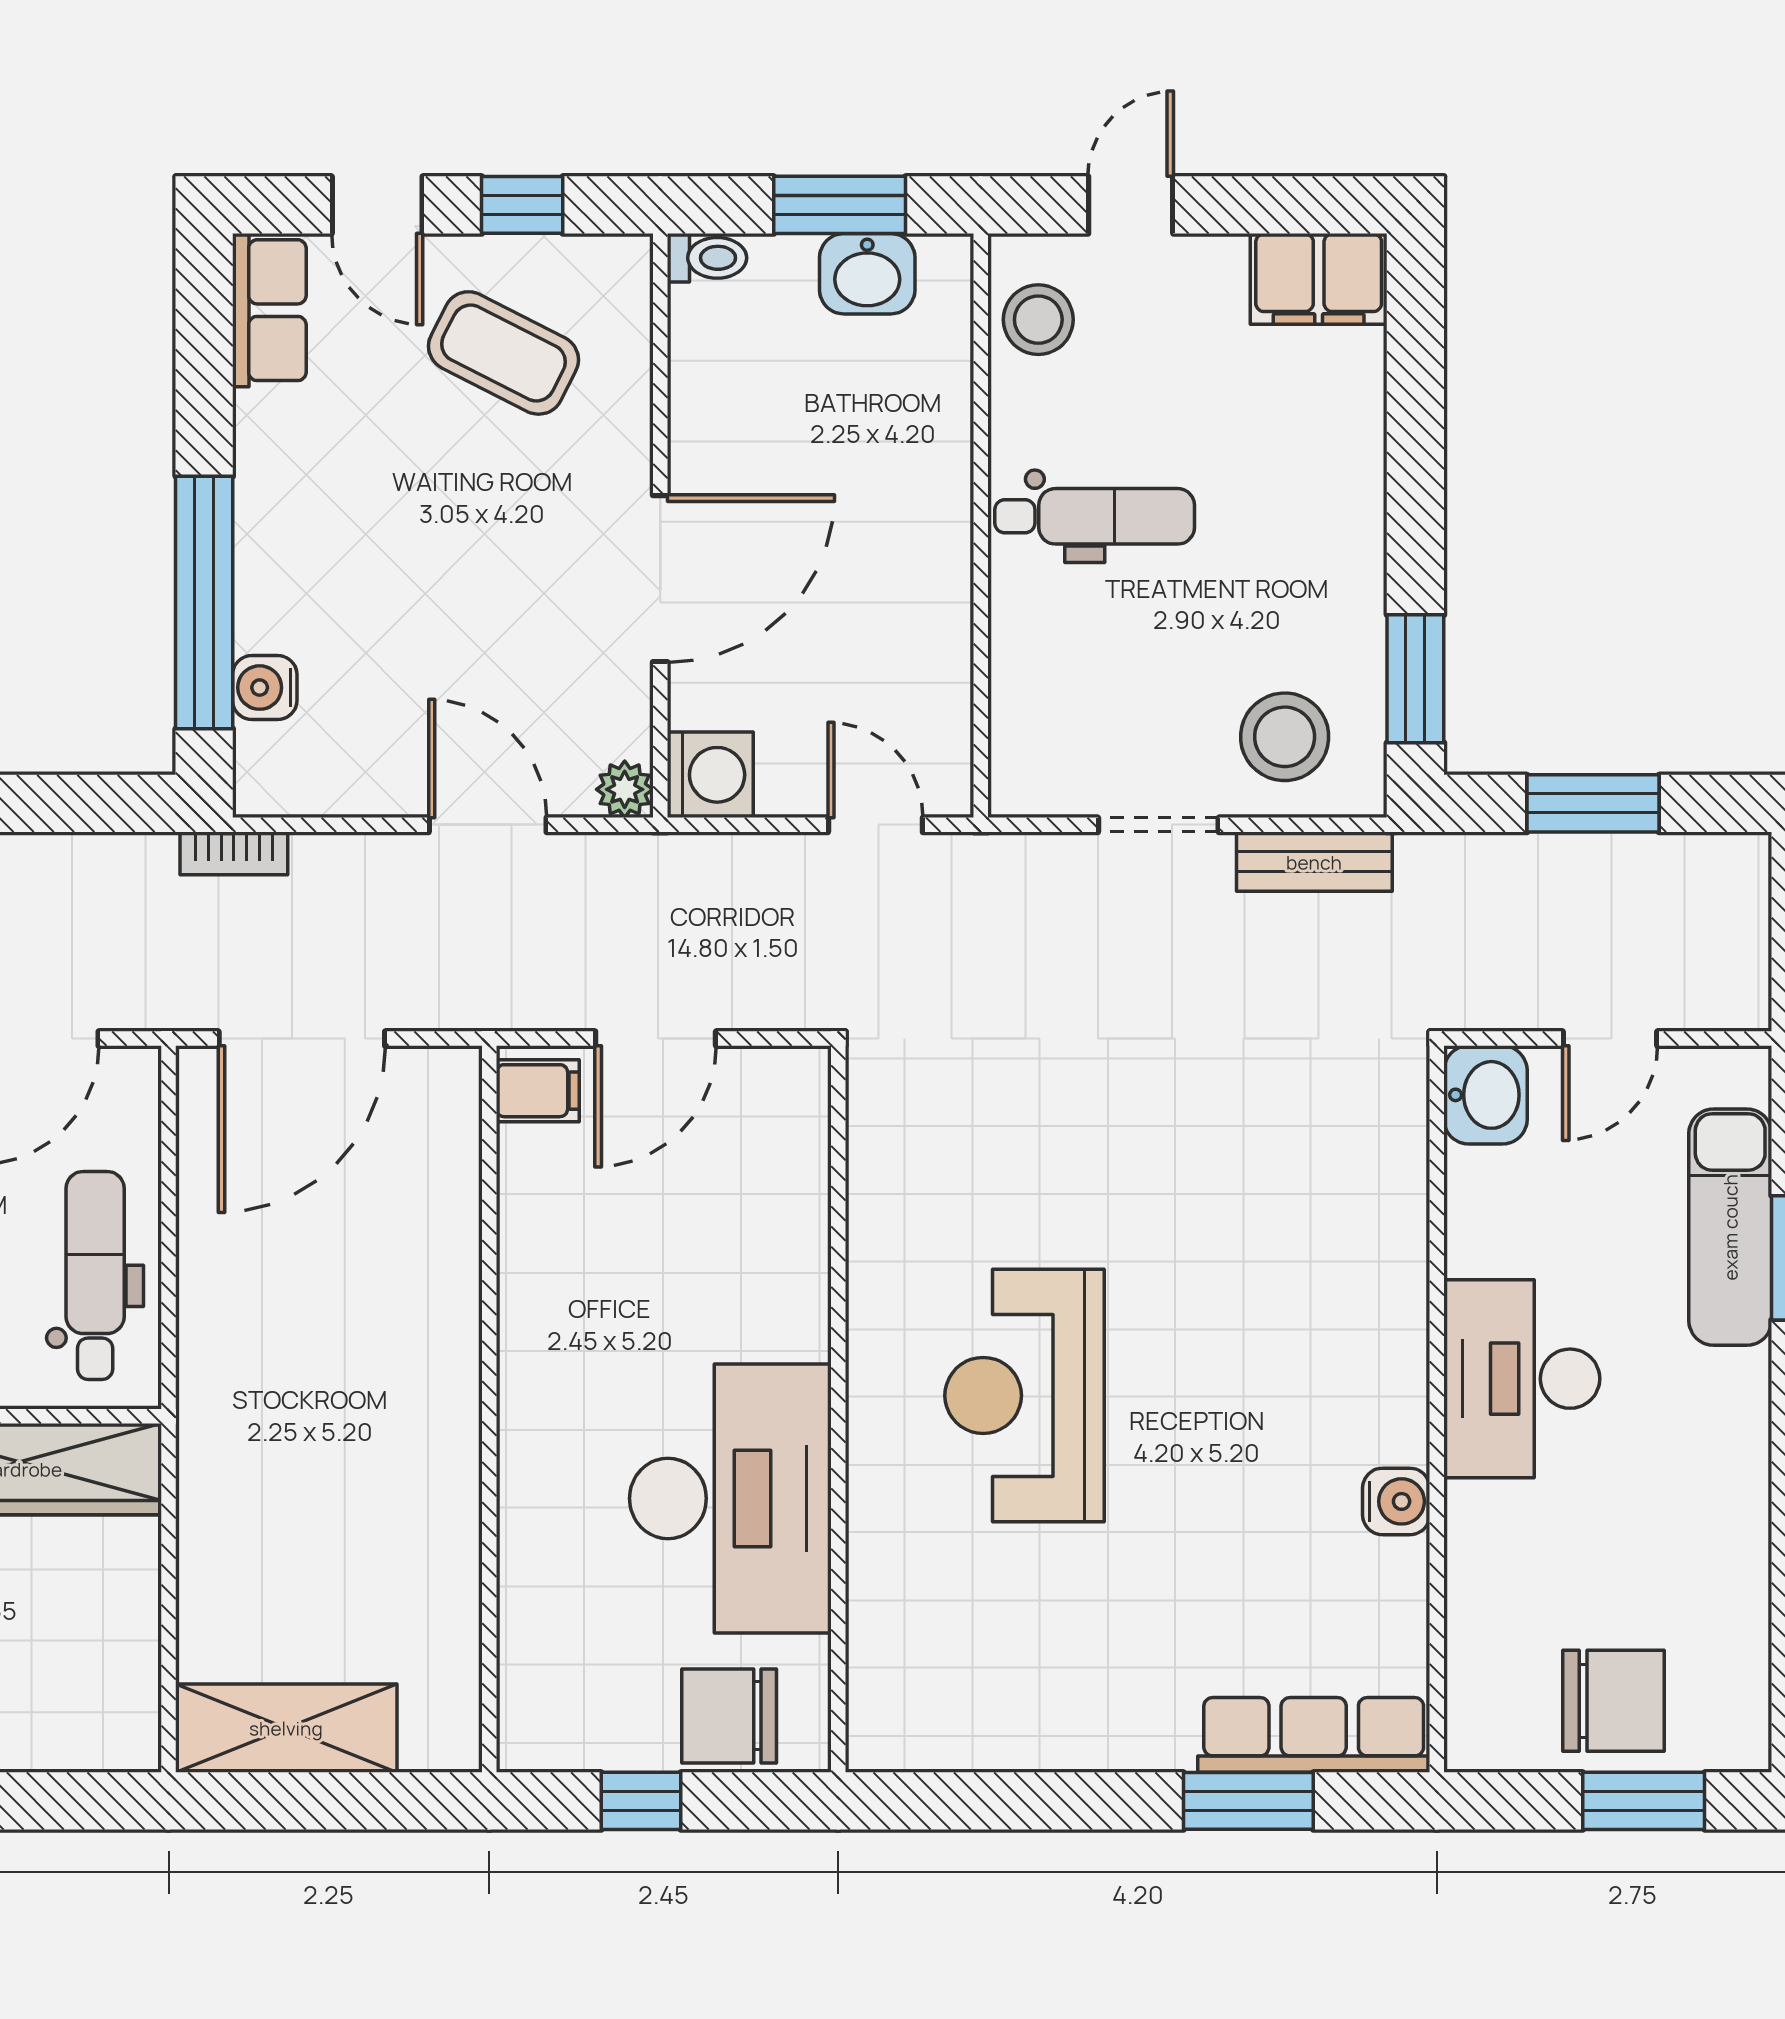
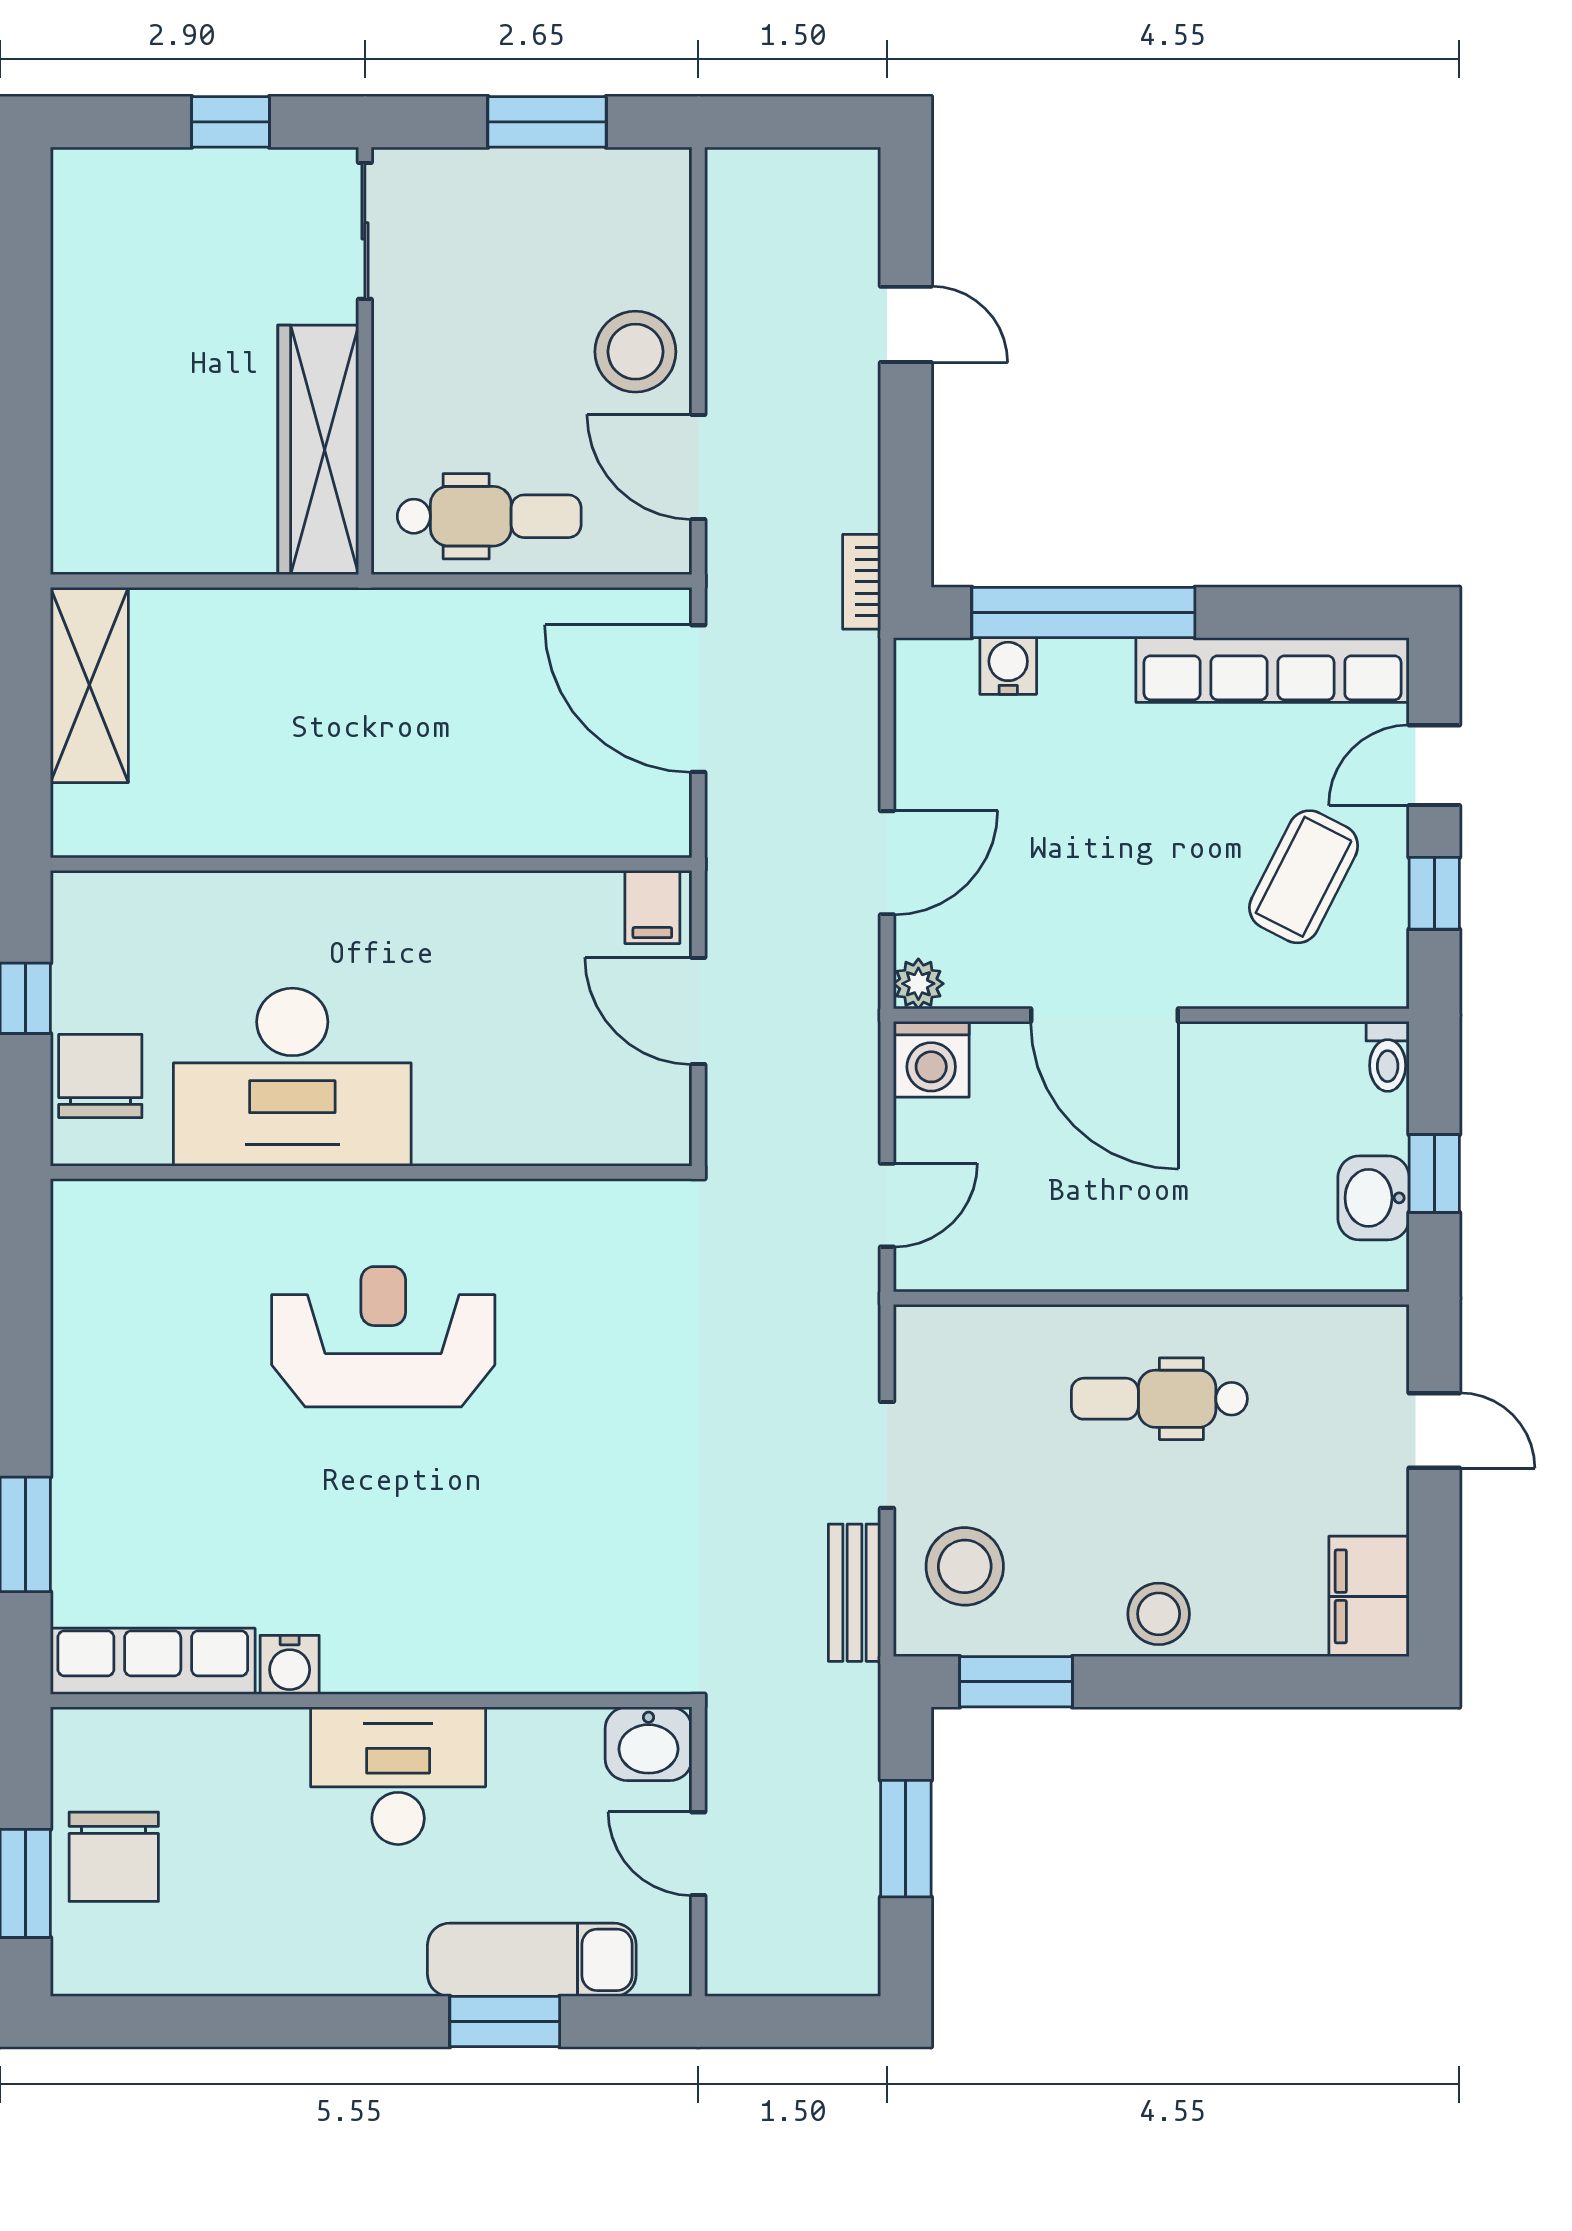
window: (840, 205) -> (1434, 1174), width x0.67
row of seats: (269, 310) -> (1272, 670), width x2.02
stool: (1038, 320) -> (1159, 1614), moved
dental chair: (1095, 516) -> (1159, 1399), turned 90
bookcase: (234, 853) -> (862, 582), moved
row of seats: (1314, 1735) -> (153, 1661), moved, turned -90

